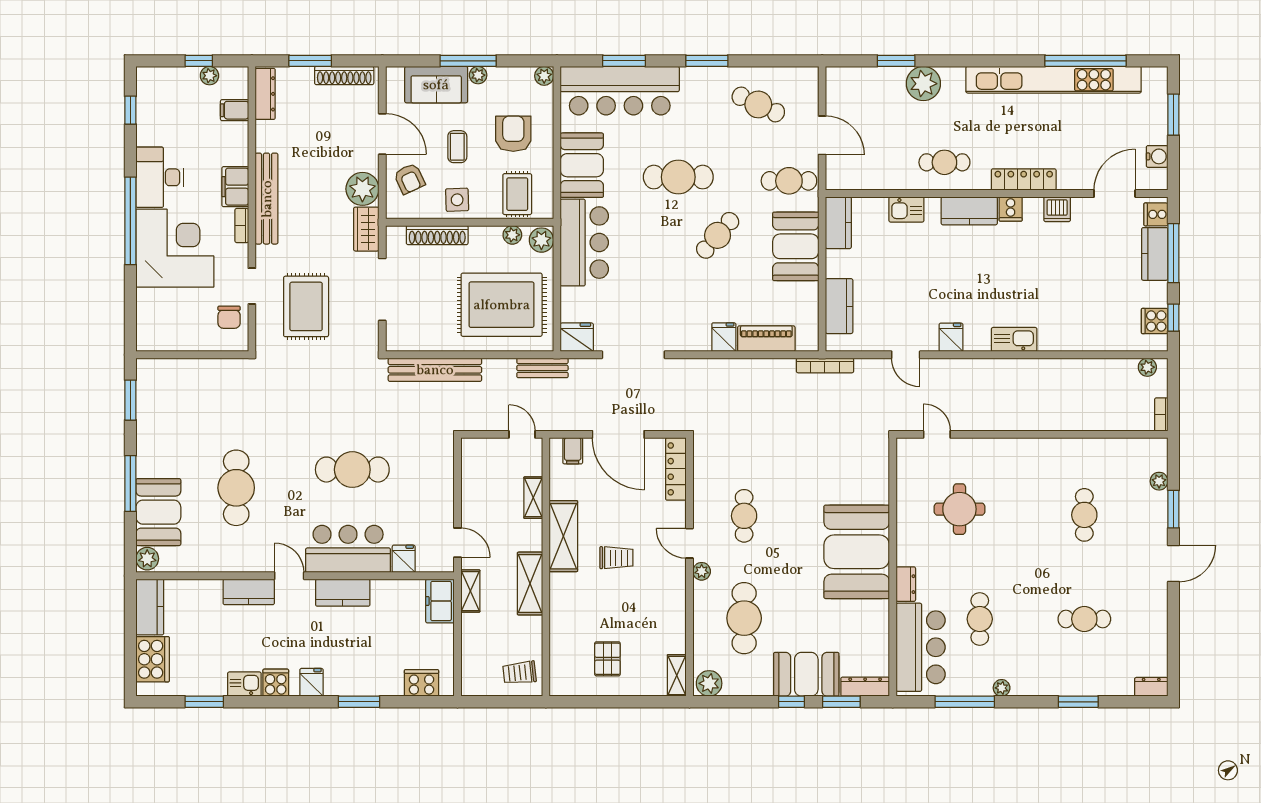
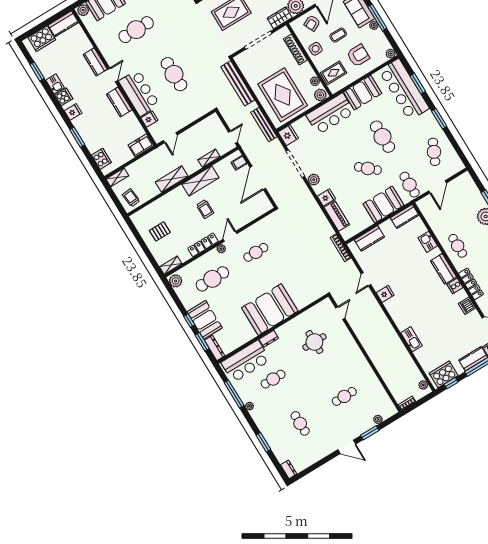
cooker: (1155, 321) -> (444, 374), width x1.87, depth x1.31
kitchen sink: (1014, 339) -> (412, 339), moved
plant: (680, 340) -> (314, 180), added
bench: (542, 368) -> (264, 125), width x1.36
locker: (676, 469) -> (203, 245), moved
shelving: (470, 591) -> (117, 177), moved

